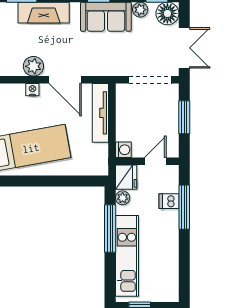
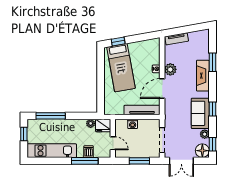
washing machine: (123, 150) -> (133, 124), moved
window: (110, 228) -> (51, 116), moved
kitchen unit: (127, 256) -> (52, 151), moved, turned 180

